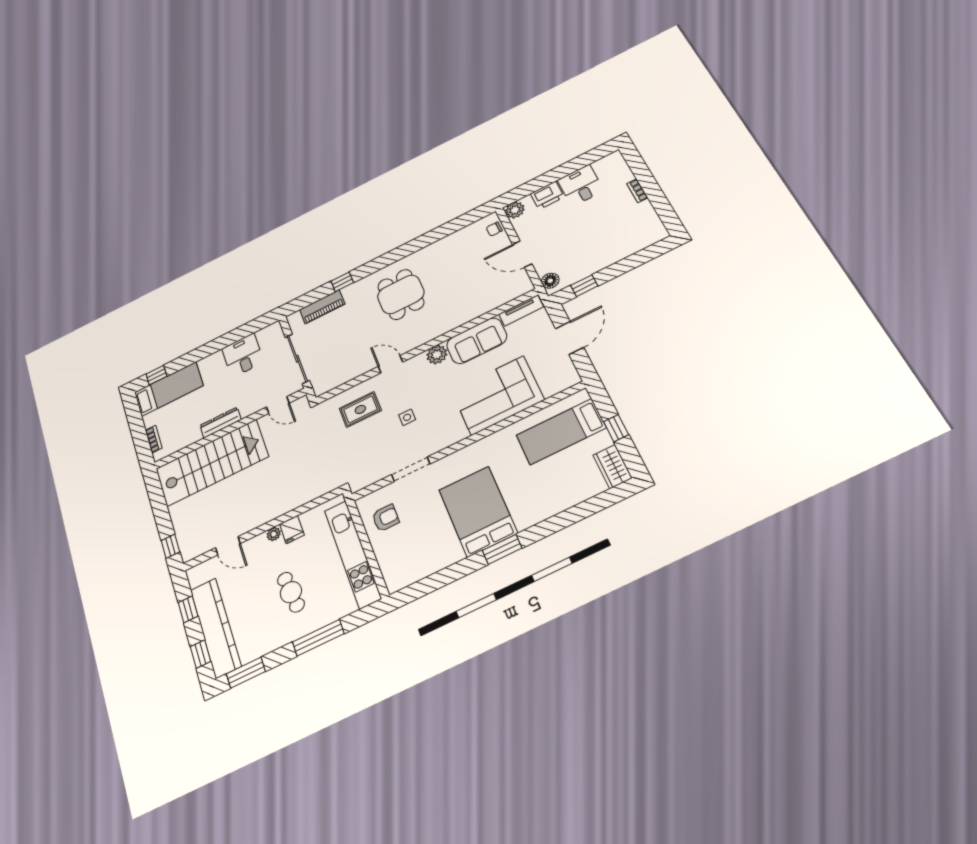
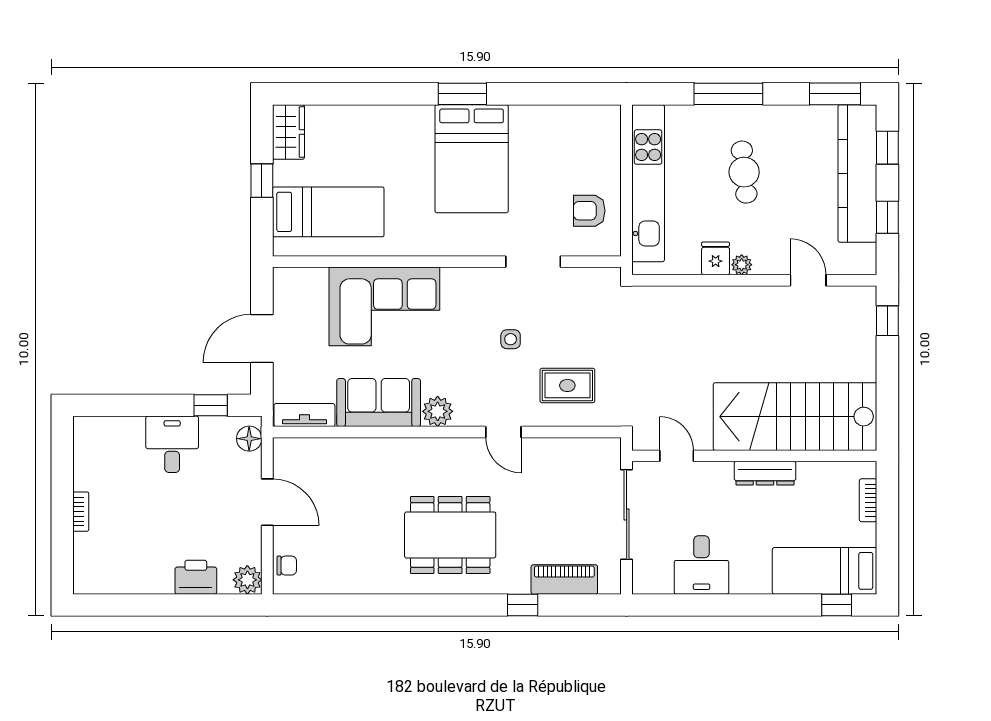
desk: (581, 185) -> (172, 444), moved, turned 180
dining table: (401, 294) -> (450, 535), width x1.38

